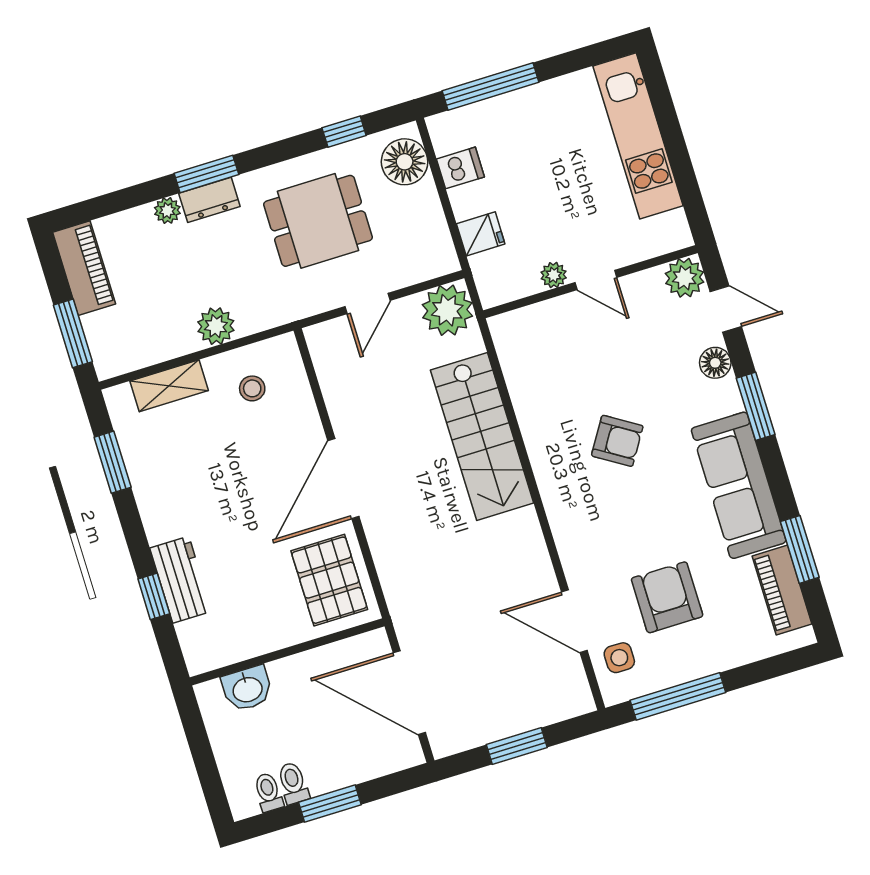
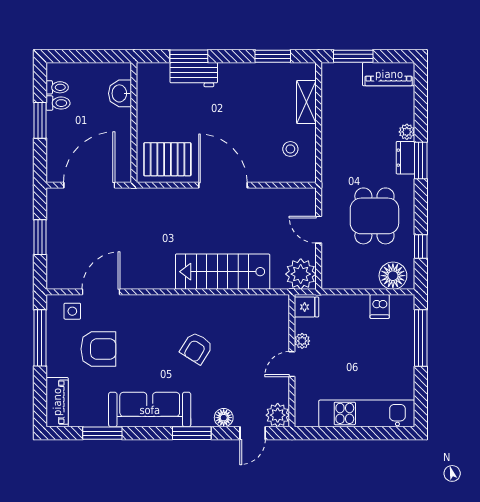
fridge: (481, 234) -> (306, 307), moved, turned -90
plant: (216, 326) -> (332, 139), removed
piano: (782, 590) -> (57, 402), moved, turned 90
window: (154, 596) -> (189, 56), width x1.50

